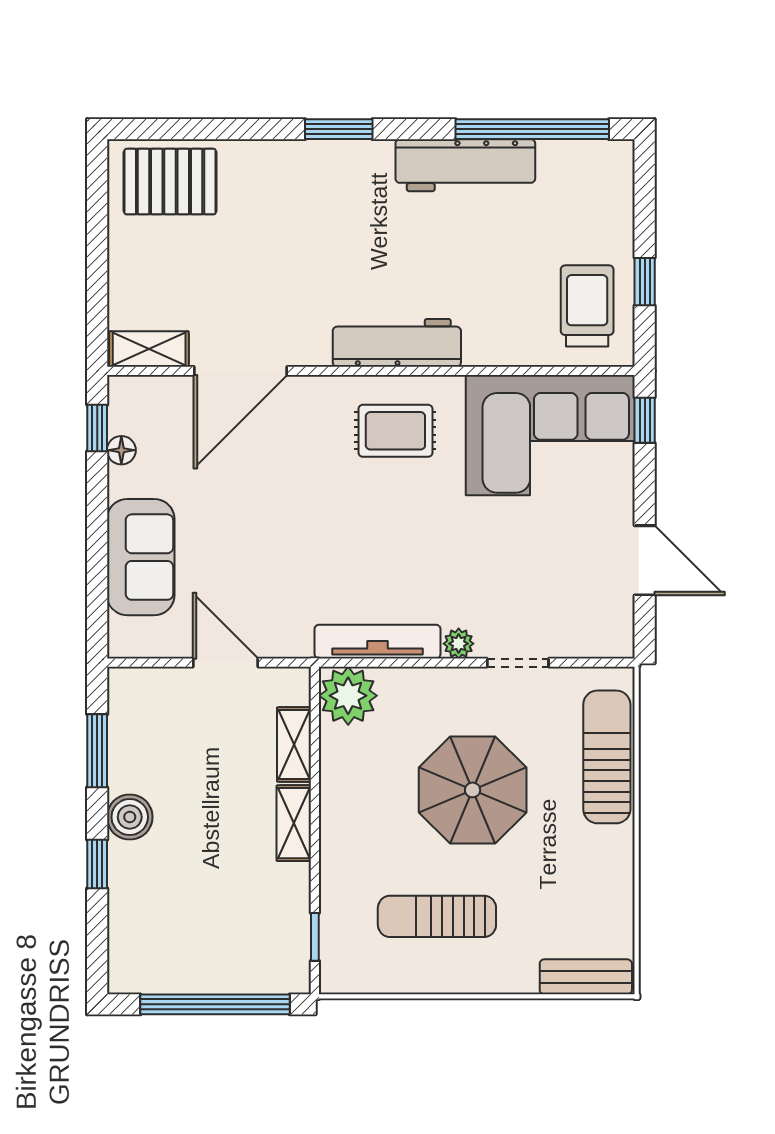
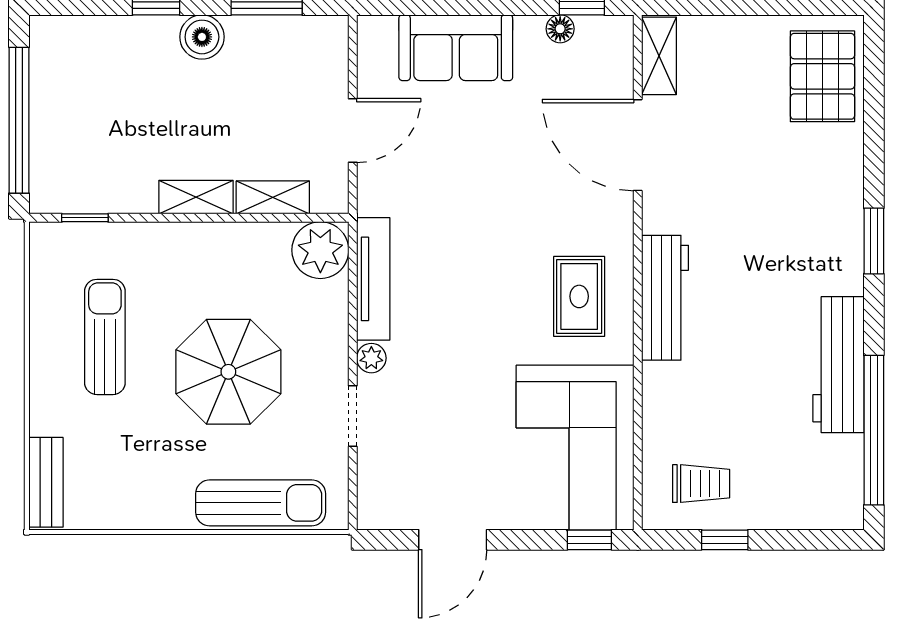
trolley: (587, 306) -> (701, 484), width x0.73, depth x0.72

